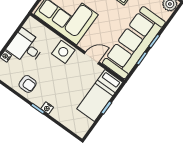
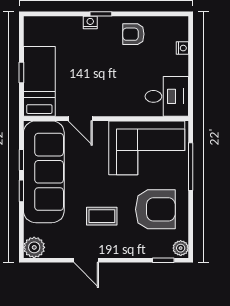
desk: (26, 47) -> (167, 96), moved
side table: (63, 52) -> (119, 102), removed
door: (92, 58) -> (80, 119), hinge flipped

